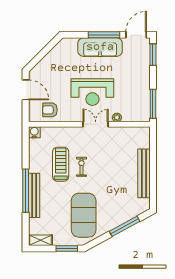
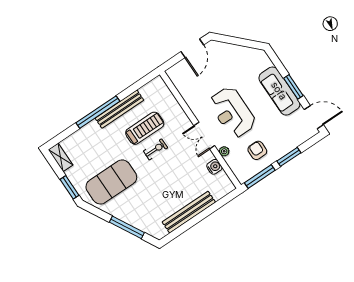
window: (104, 35) -> (293, 87), width x0.69
window: (153, 55) -> (289, 157), moved
armchair: (50, 110) -> (257, 150), moved
double door: (96, 124) -> (204, 136), swing flipped
water cooler: (34, 132) -> (214, 167), moved
bench: (34, 195) -> (119, 109), moved

